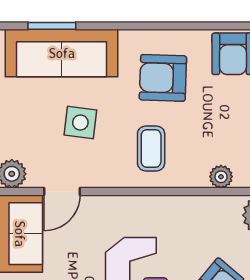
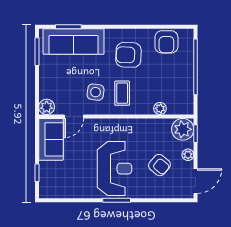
side table: (80, 123) -> (96, 92), moved

